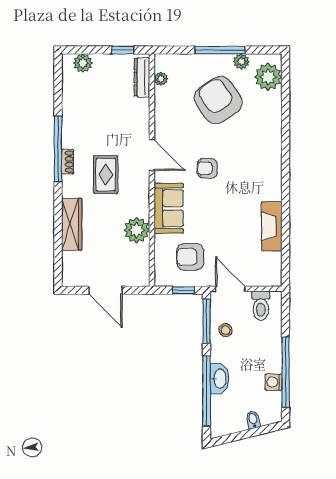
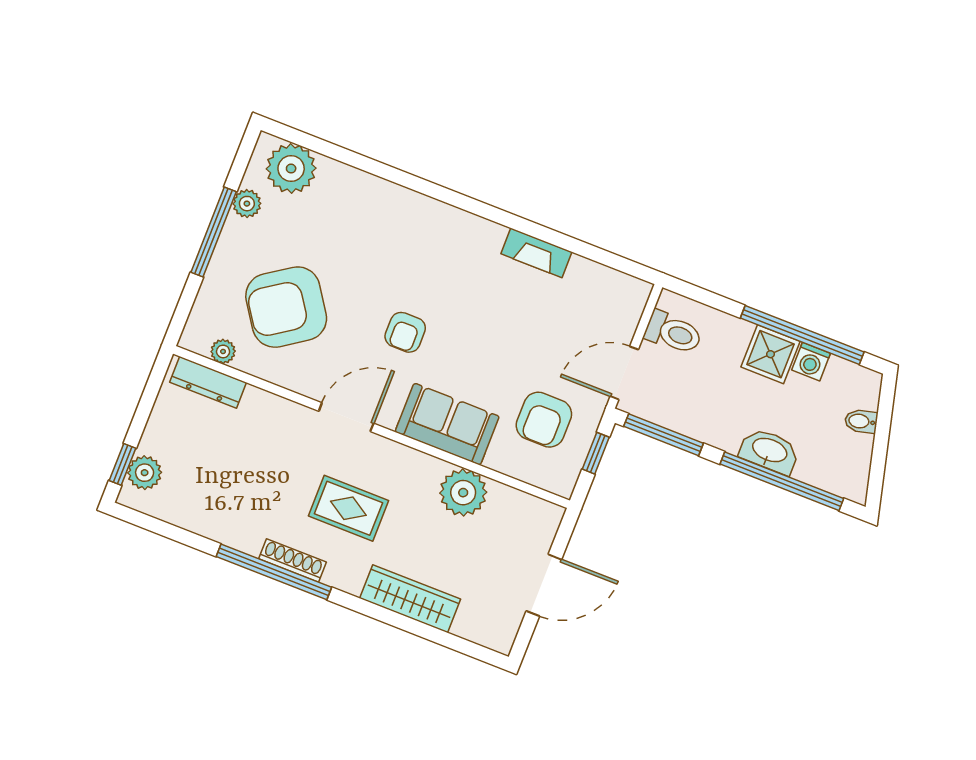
window: (123, 50) -> (123, 464), moved
armchair: (218, 100) -> (286, 307), moved
shoe rack: (68, 162) -> (293, 560), width x1.43
fireplace: (272, 226) -> (536, 253), width x0.73, depth x0.76
stool: (226, 330) -> (691, 408), removed
shower: (269, 360) -> (770, 354), added

